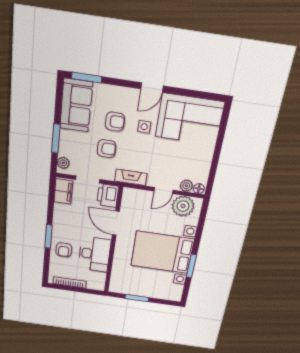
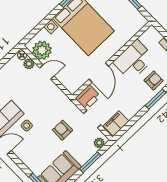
armchair: (115, 122) -> (43, 143), removed
fireplace: (131, 177) -> (62, 98), removed

